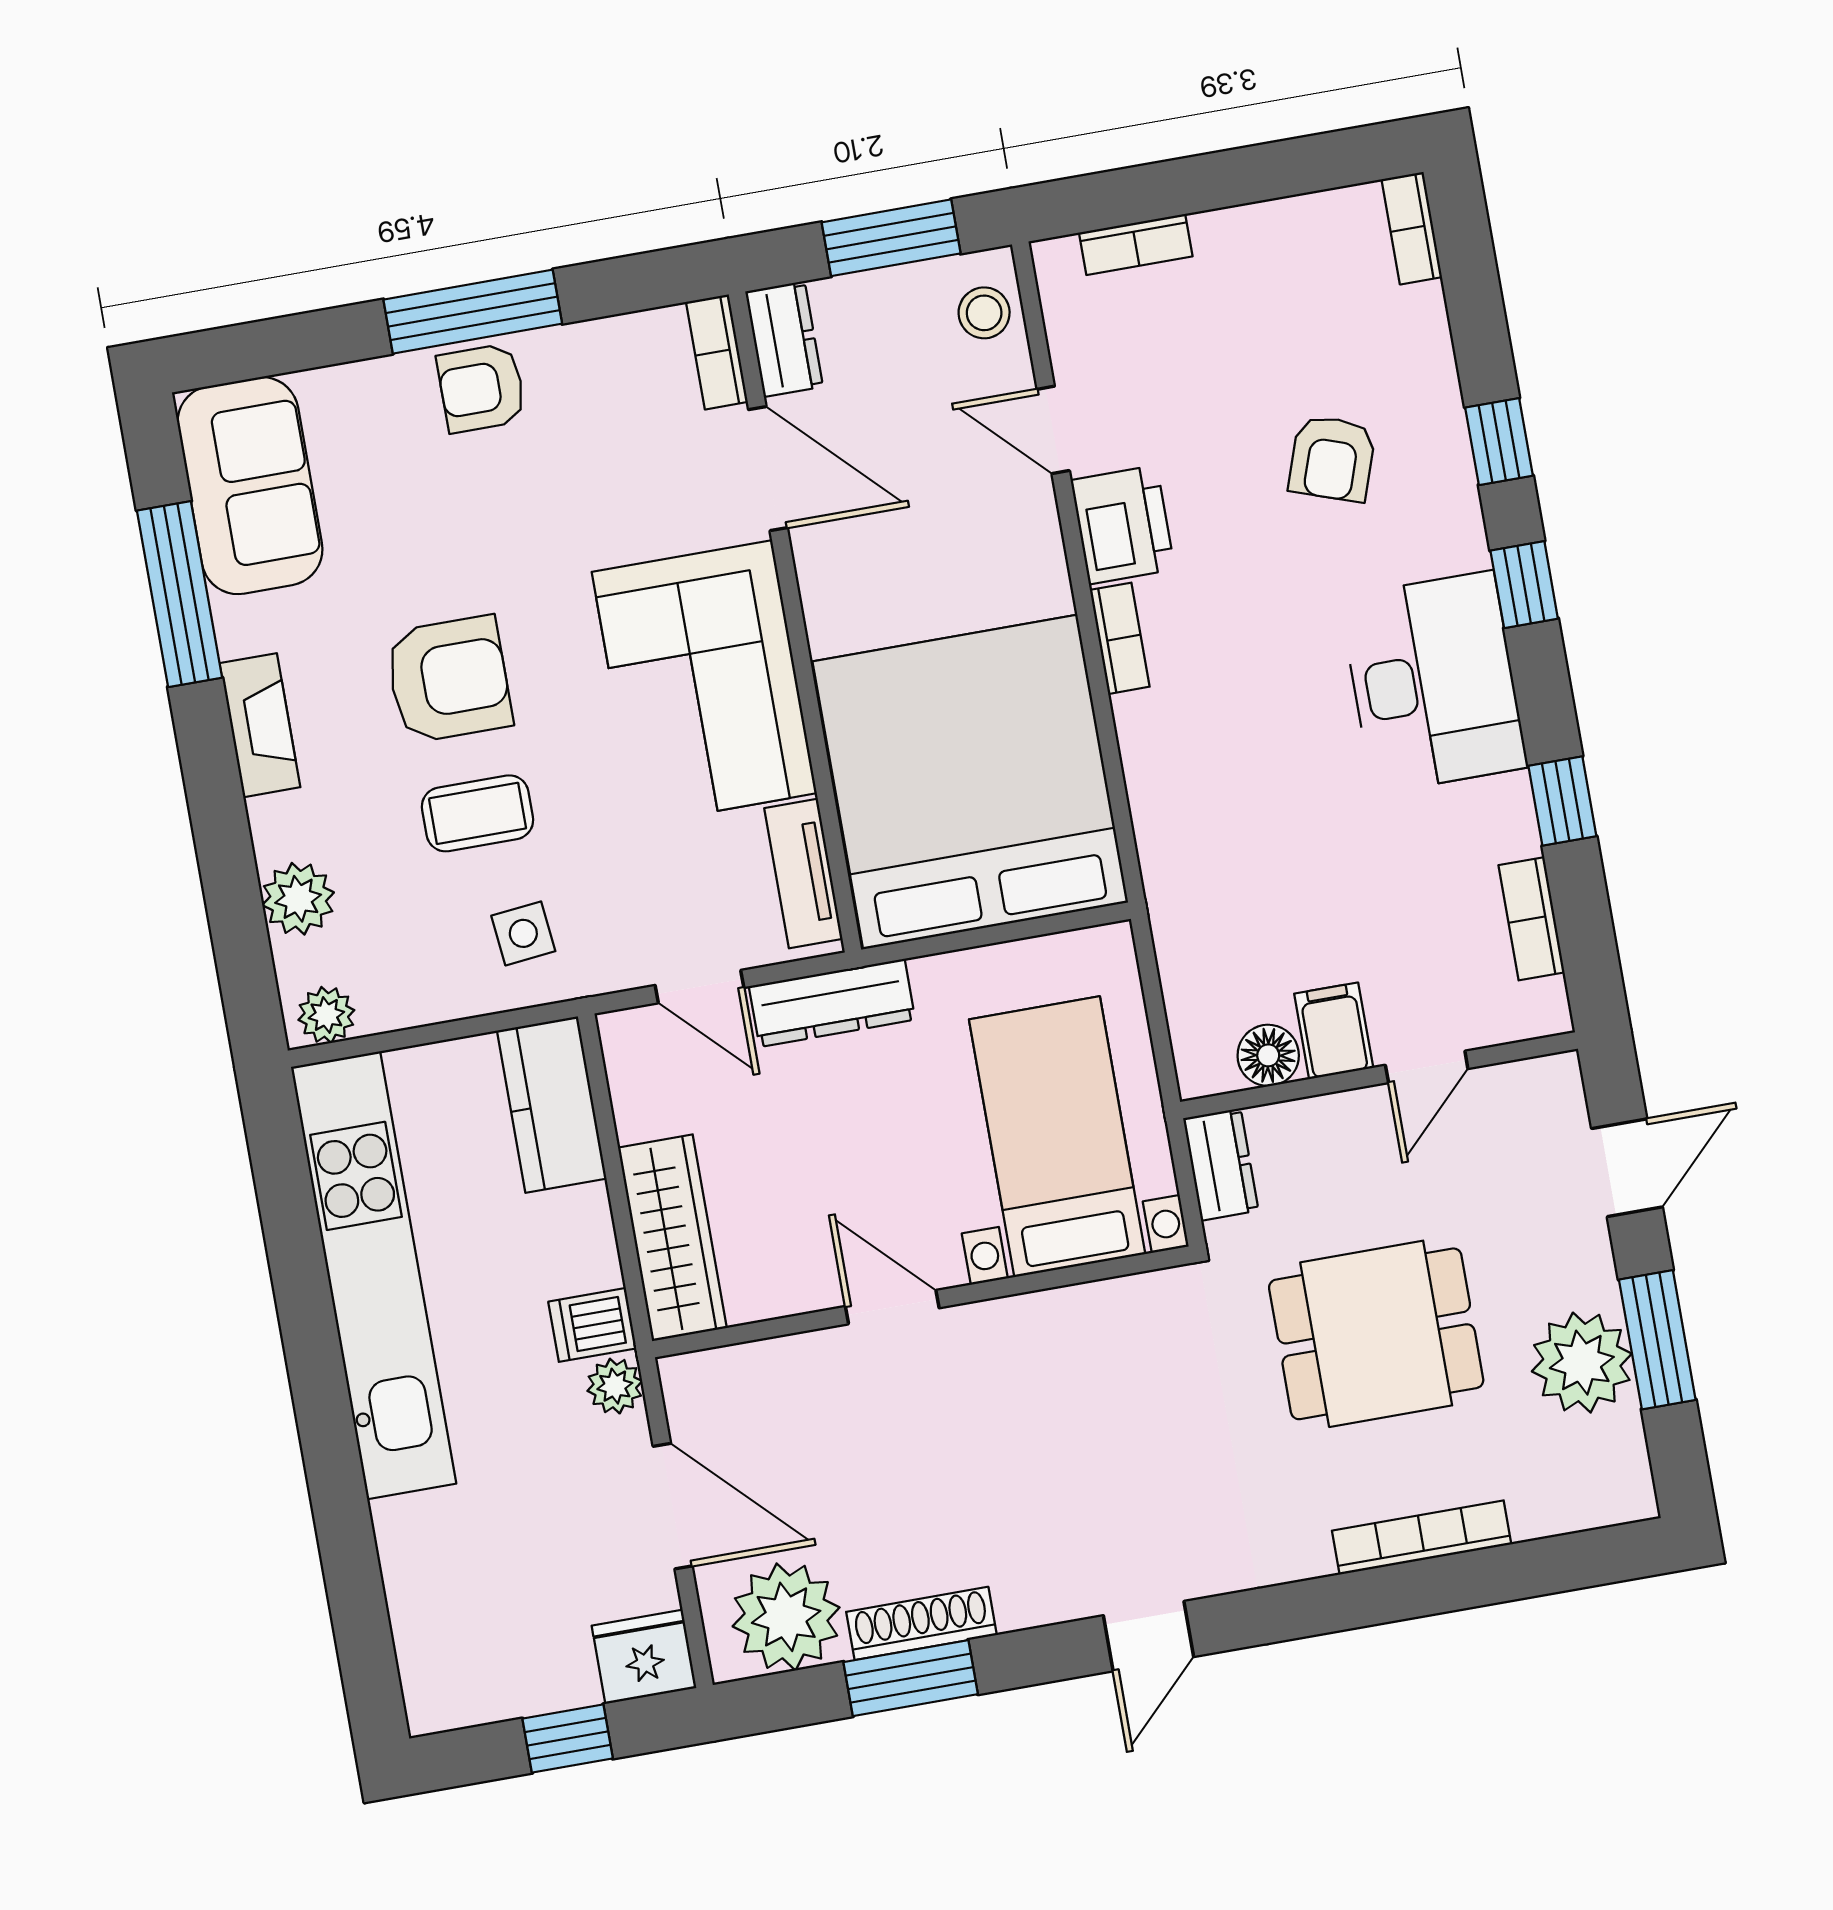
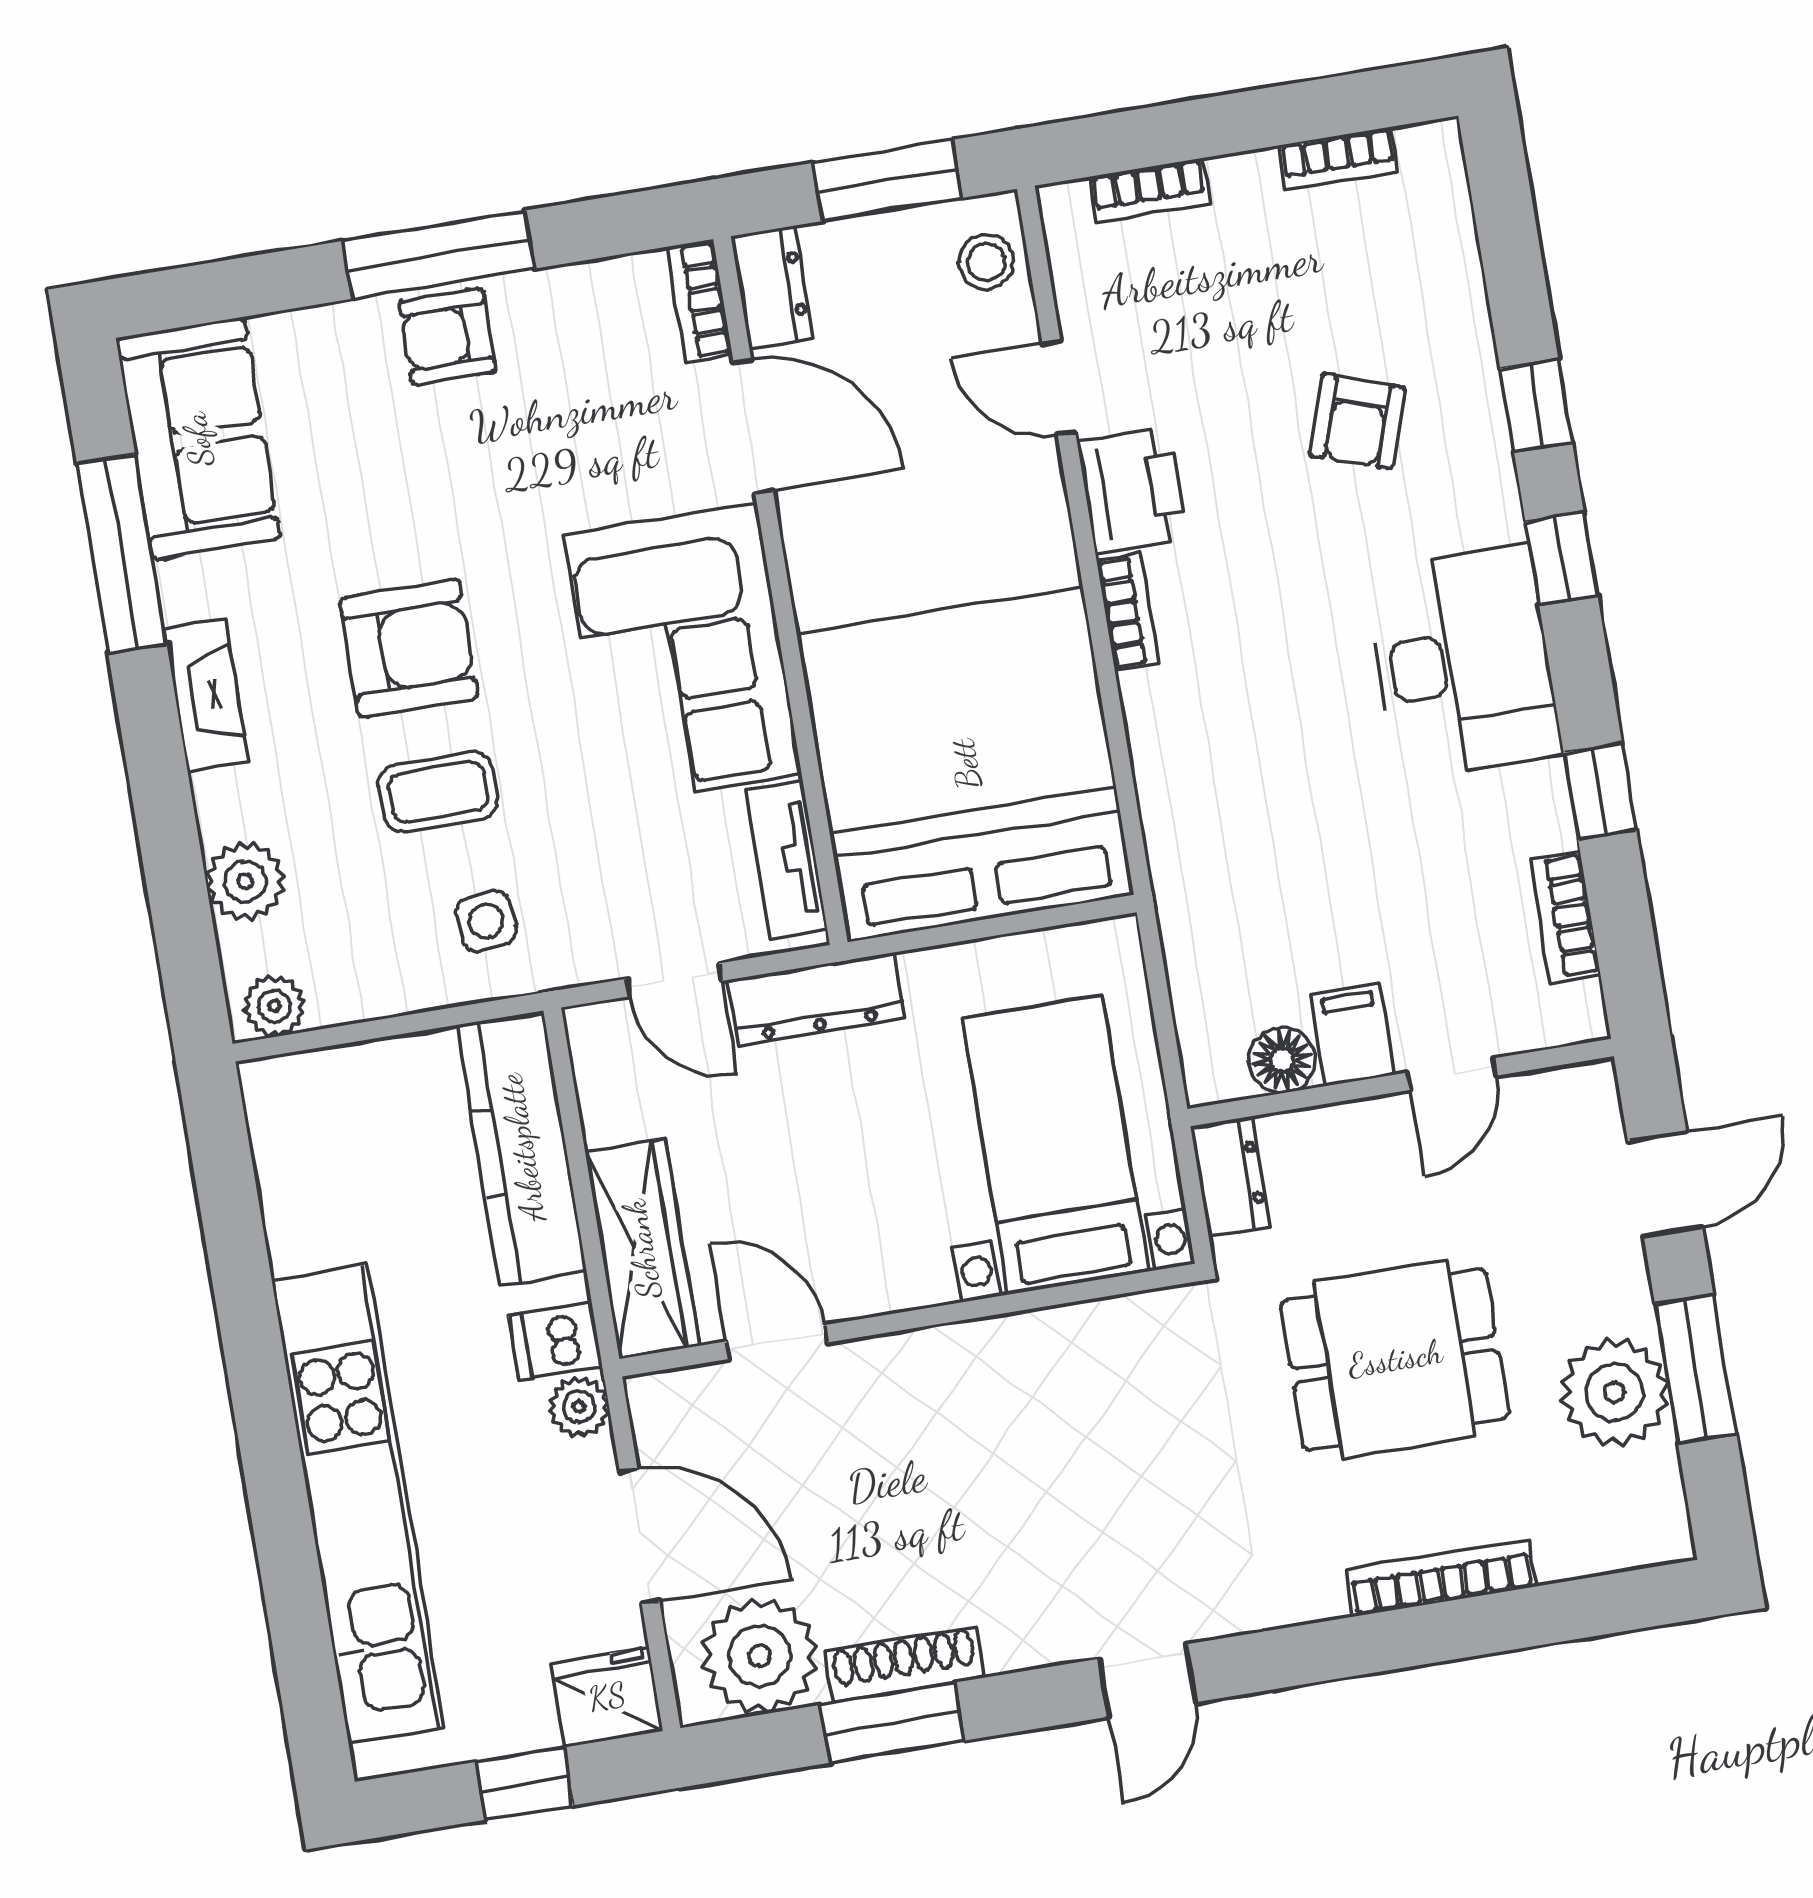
bookcase: (1412, 228) -> (1339, 159), moved, turned -90
kitchen counter: (552, 1105) -> (522, 1148), width x1.50
kitchen unit: (374, 1275) -> (358, 1504), moved
door: (892, 1307) -> (777, 1342), moved

